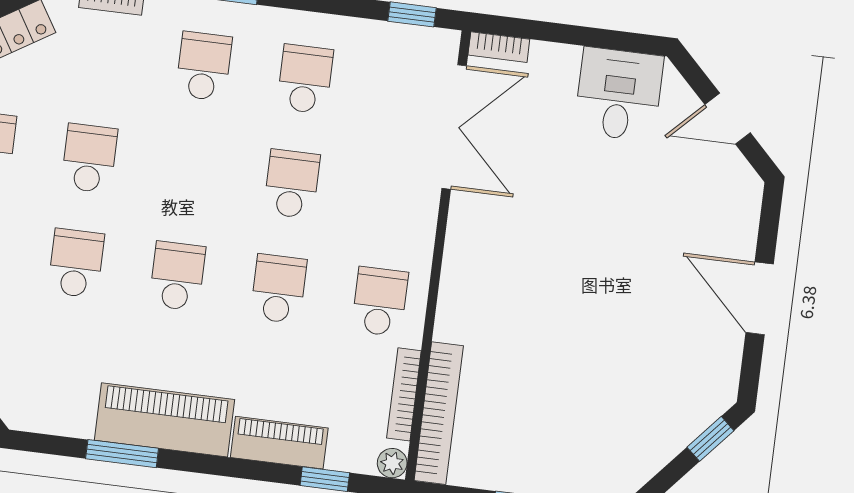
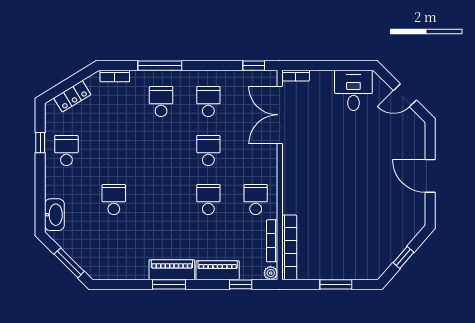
double door: (454, 127) -> (280, 115), swing flipped
school desk: (89, 158) -> (114, 151), removed
school desk: (177, 276) -> (161, 200), removed
piano: (165, 420) -> (172, 270), width x0.73, depth x0.75
window: (711, 439) -> (403, 257), moved
window: (122, 454) -> (169, 284), moved

